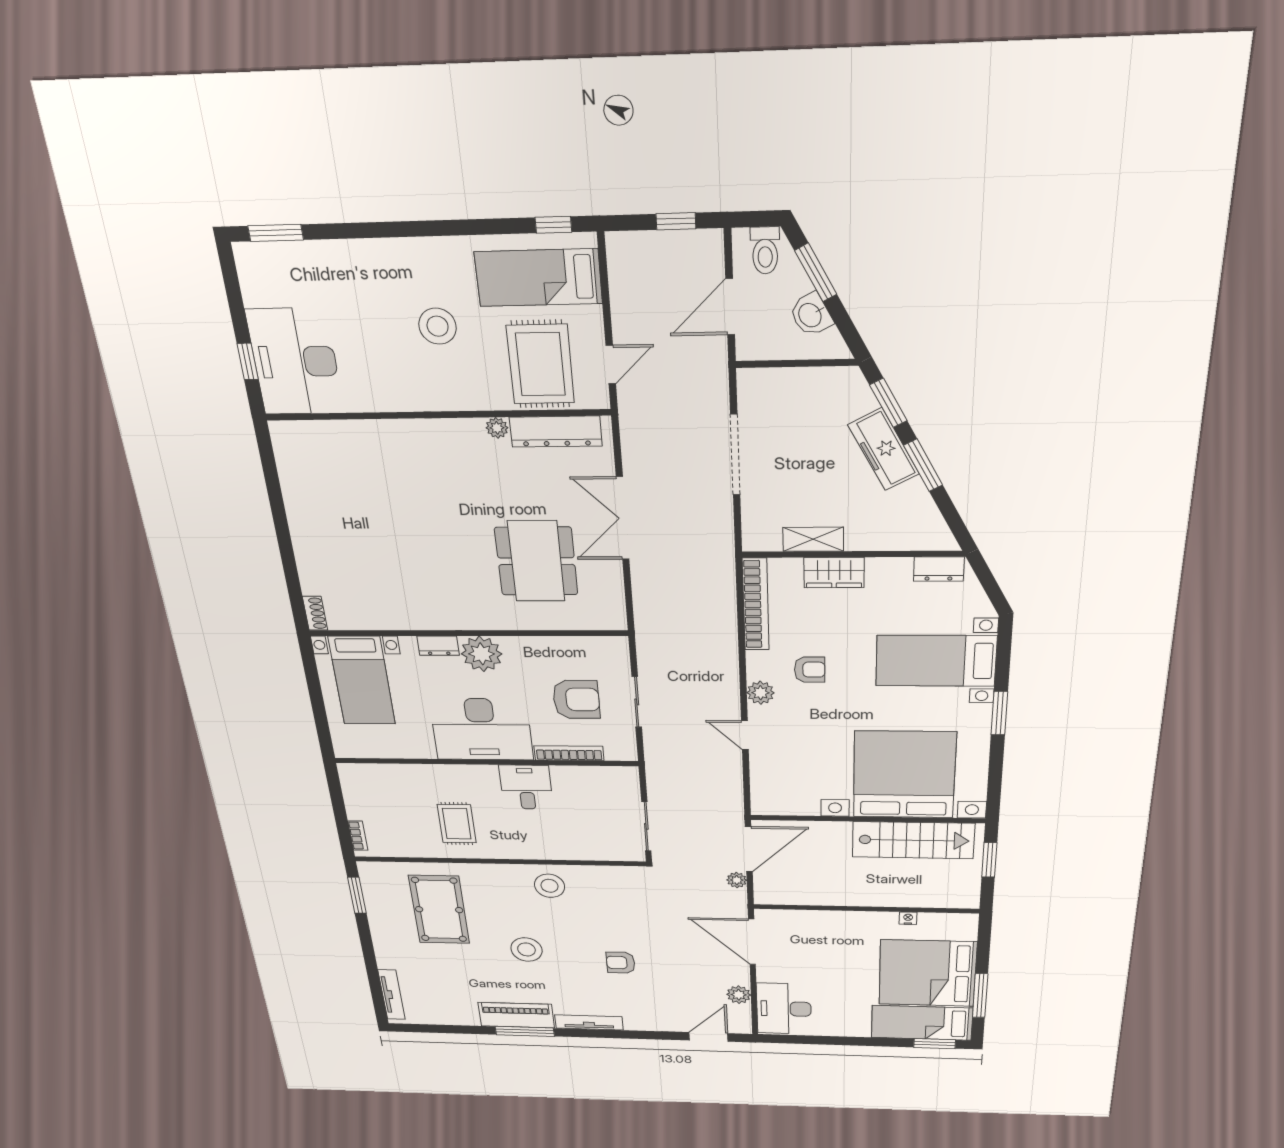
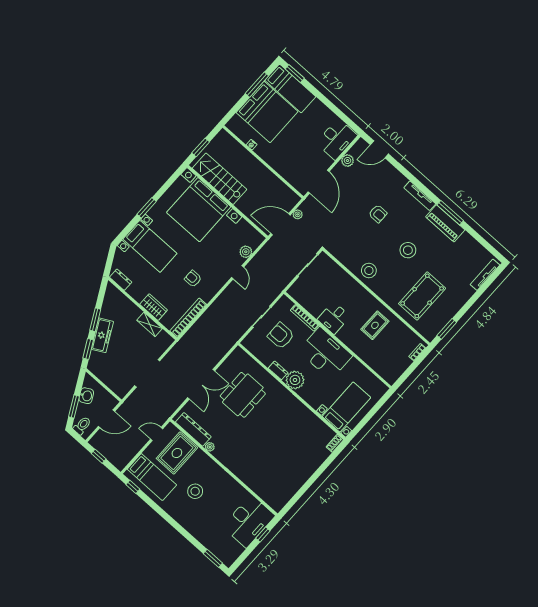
dresser: (438, 646) -> (278, 370), moved
plant: (761, 693) -> (246, 252), moved

